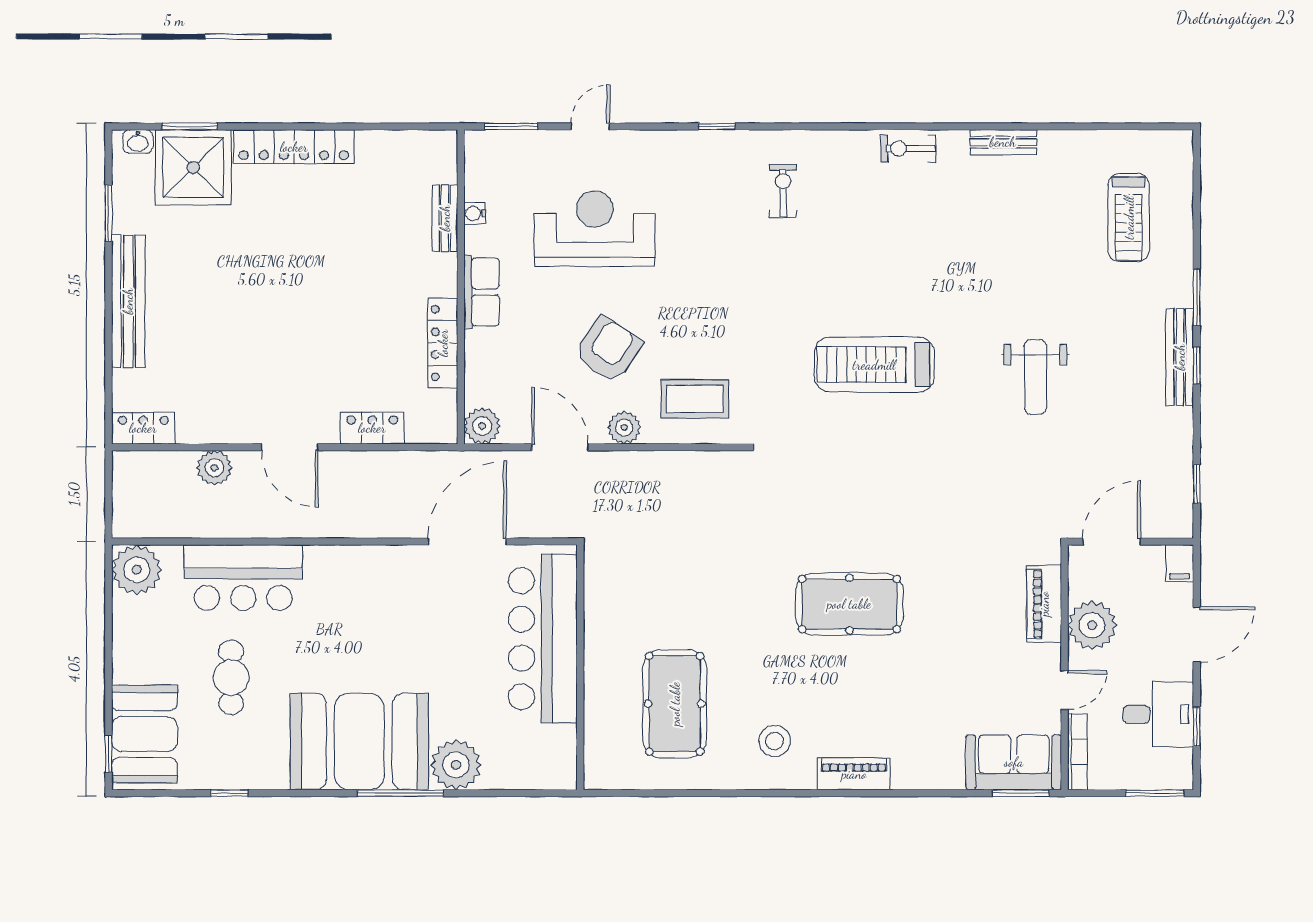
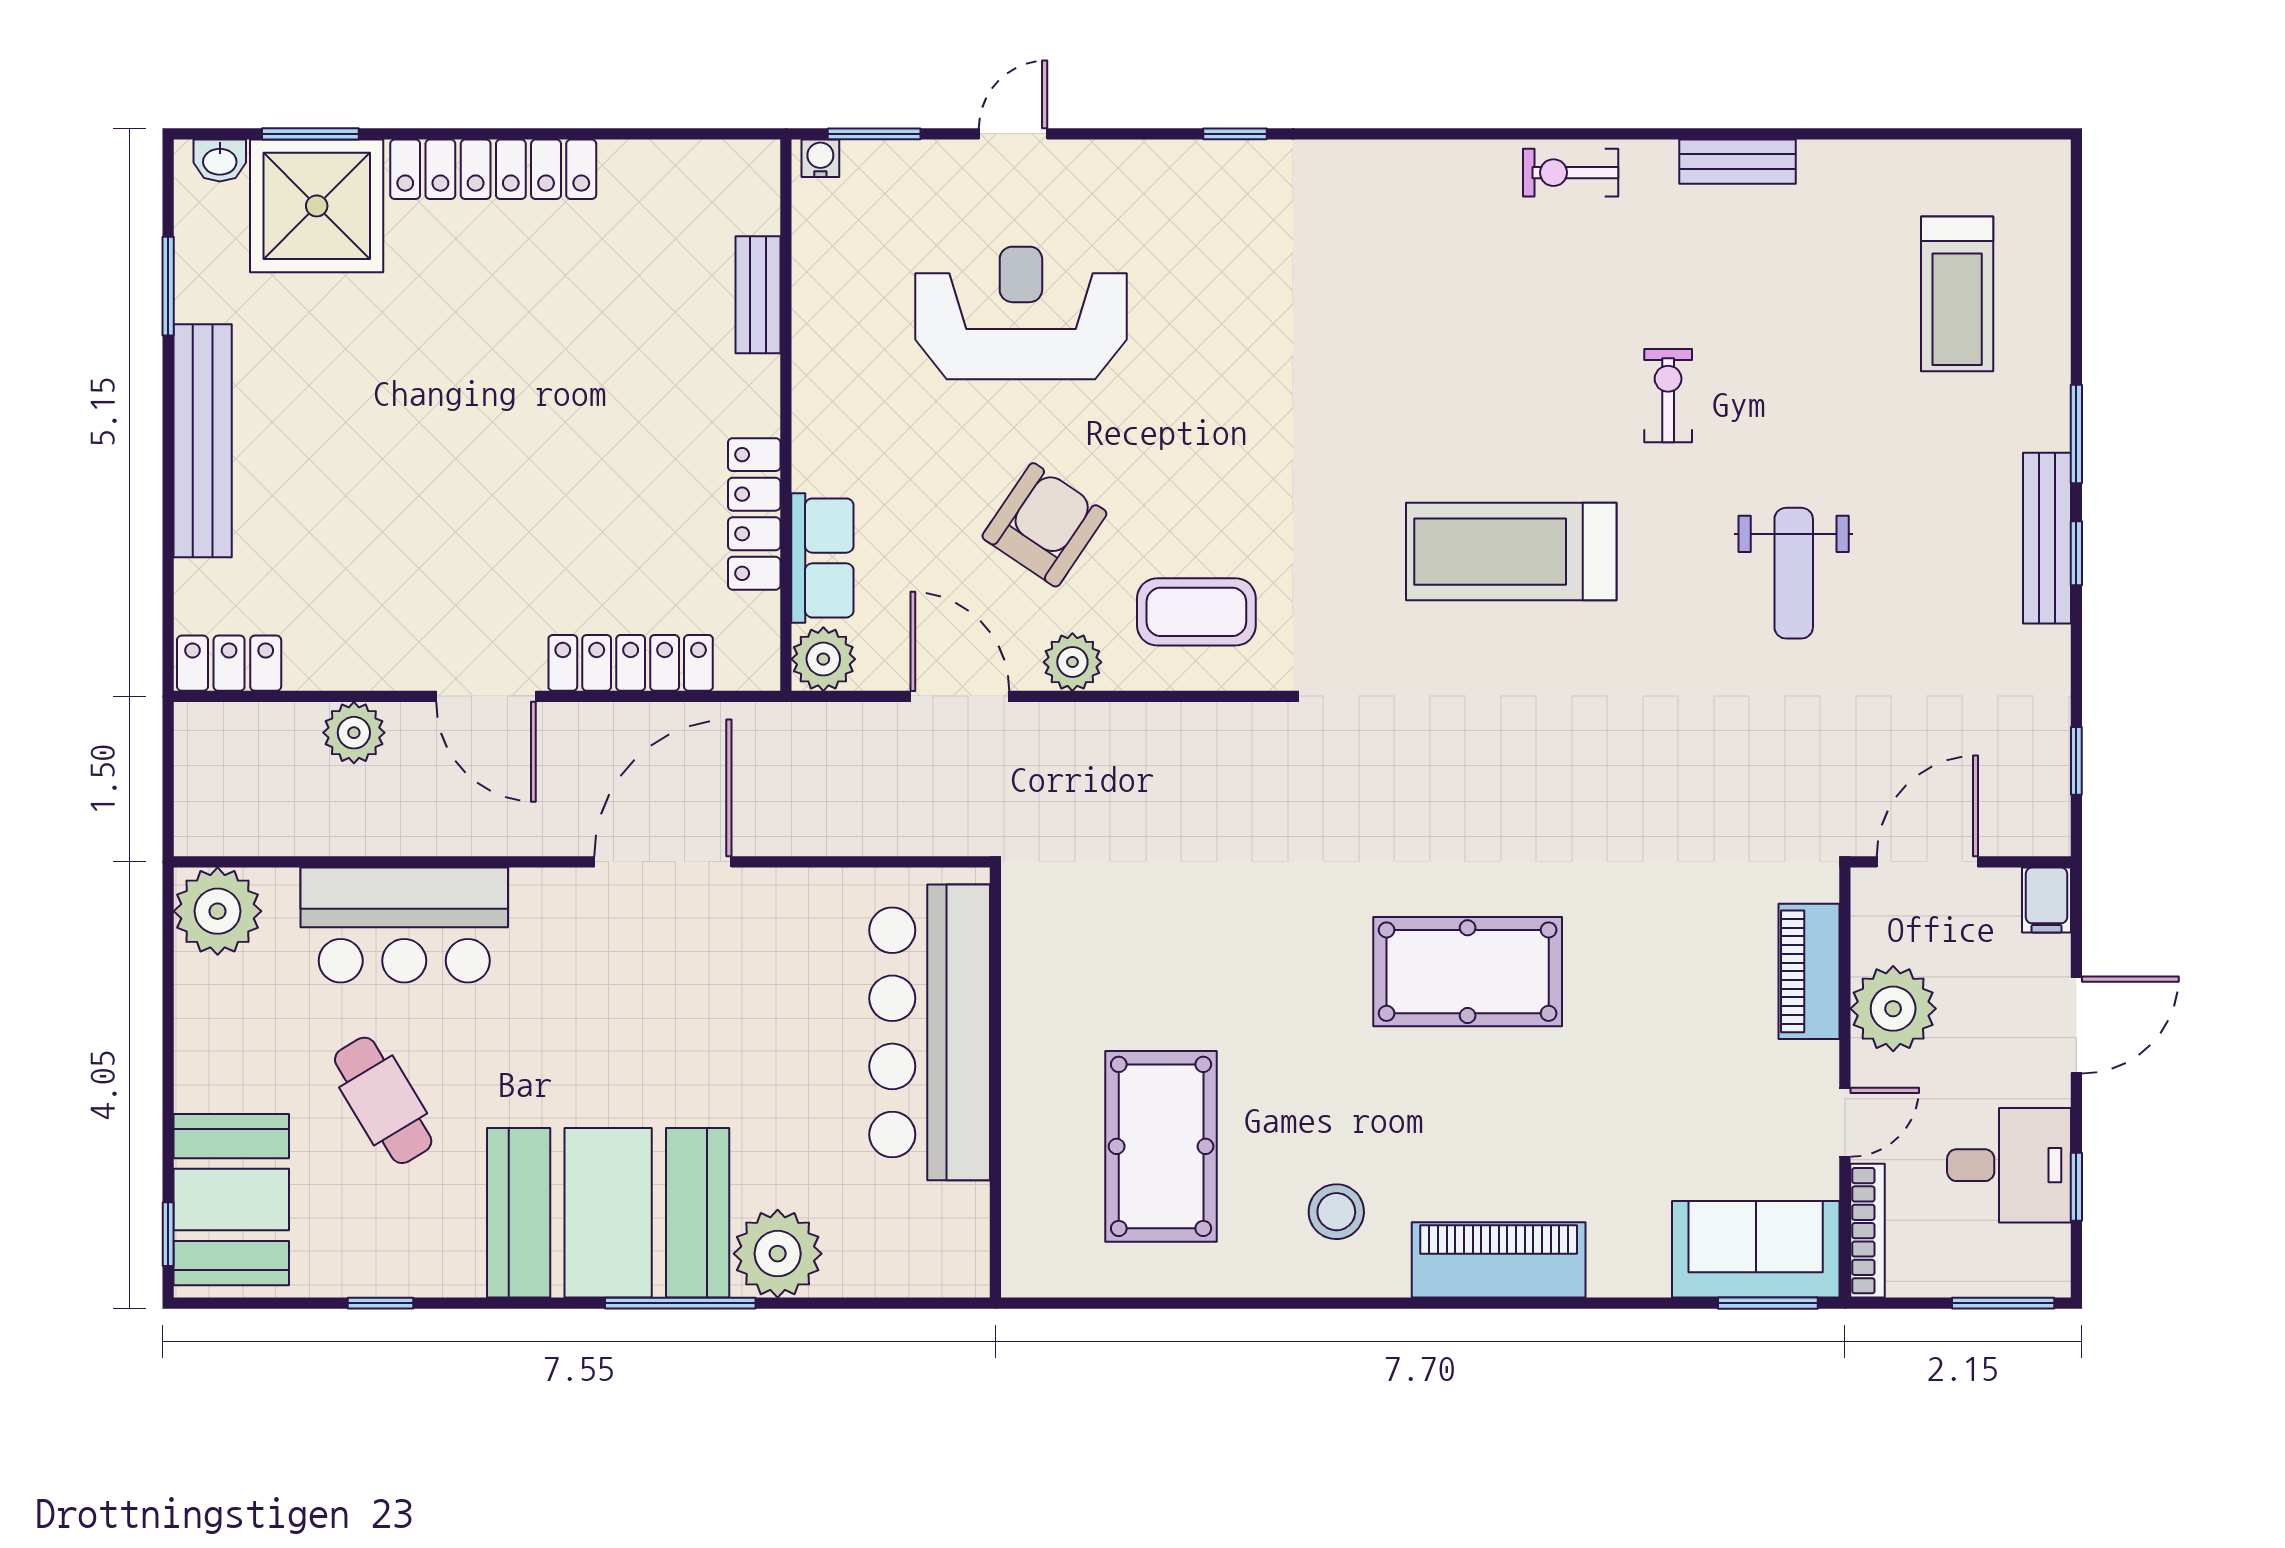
exercise bike: (783, 191) -> (1668, 396), moved
water cooler: (475, 213) -> (820, 158), moved, turned 90
row of seats: (482, 292) -> (822, 558), moved
locker: (372, 428) -> (631, 663), width x1.53
door: (467, 542) -> (663, 862), moved
cafe table: (231, 677) -> (383, 1100), turned -31
piano: (854, 774) -> (1499, 1260), width x1.37, depth x1.33

